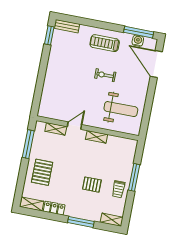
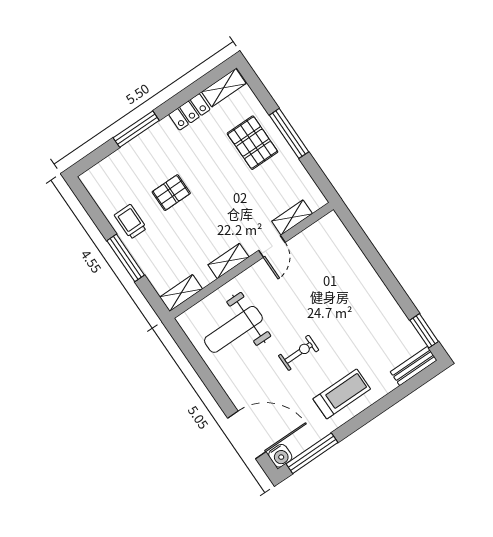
water cooler: (138, 41) -> (280, 456), moved
window: (28, 144) -> (289, 133), moved
shelving: (112, 220) -> (181, 293), moved

